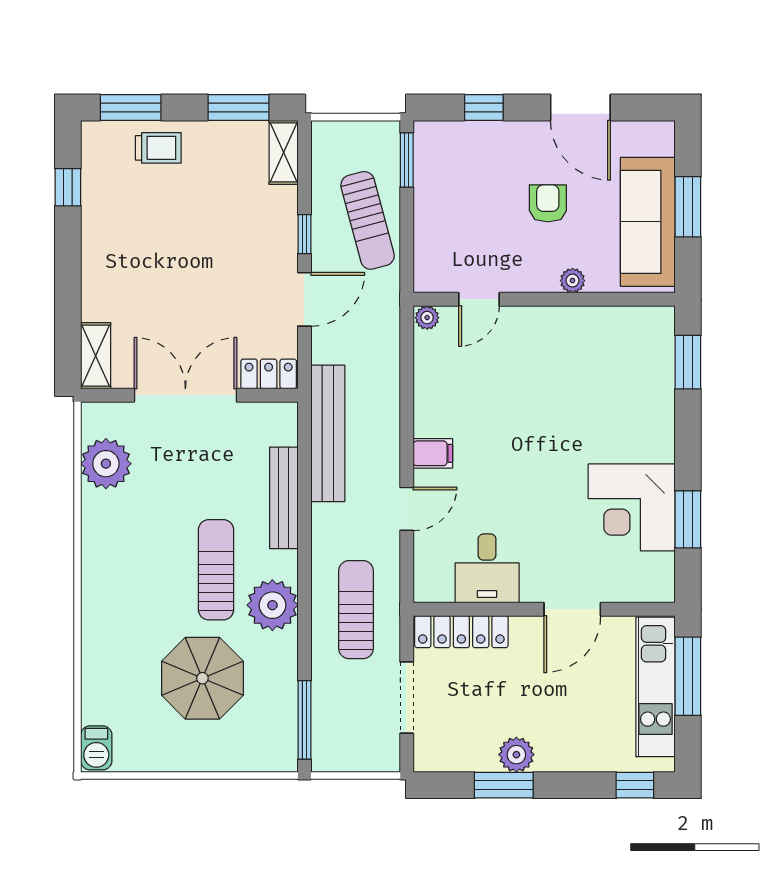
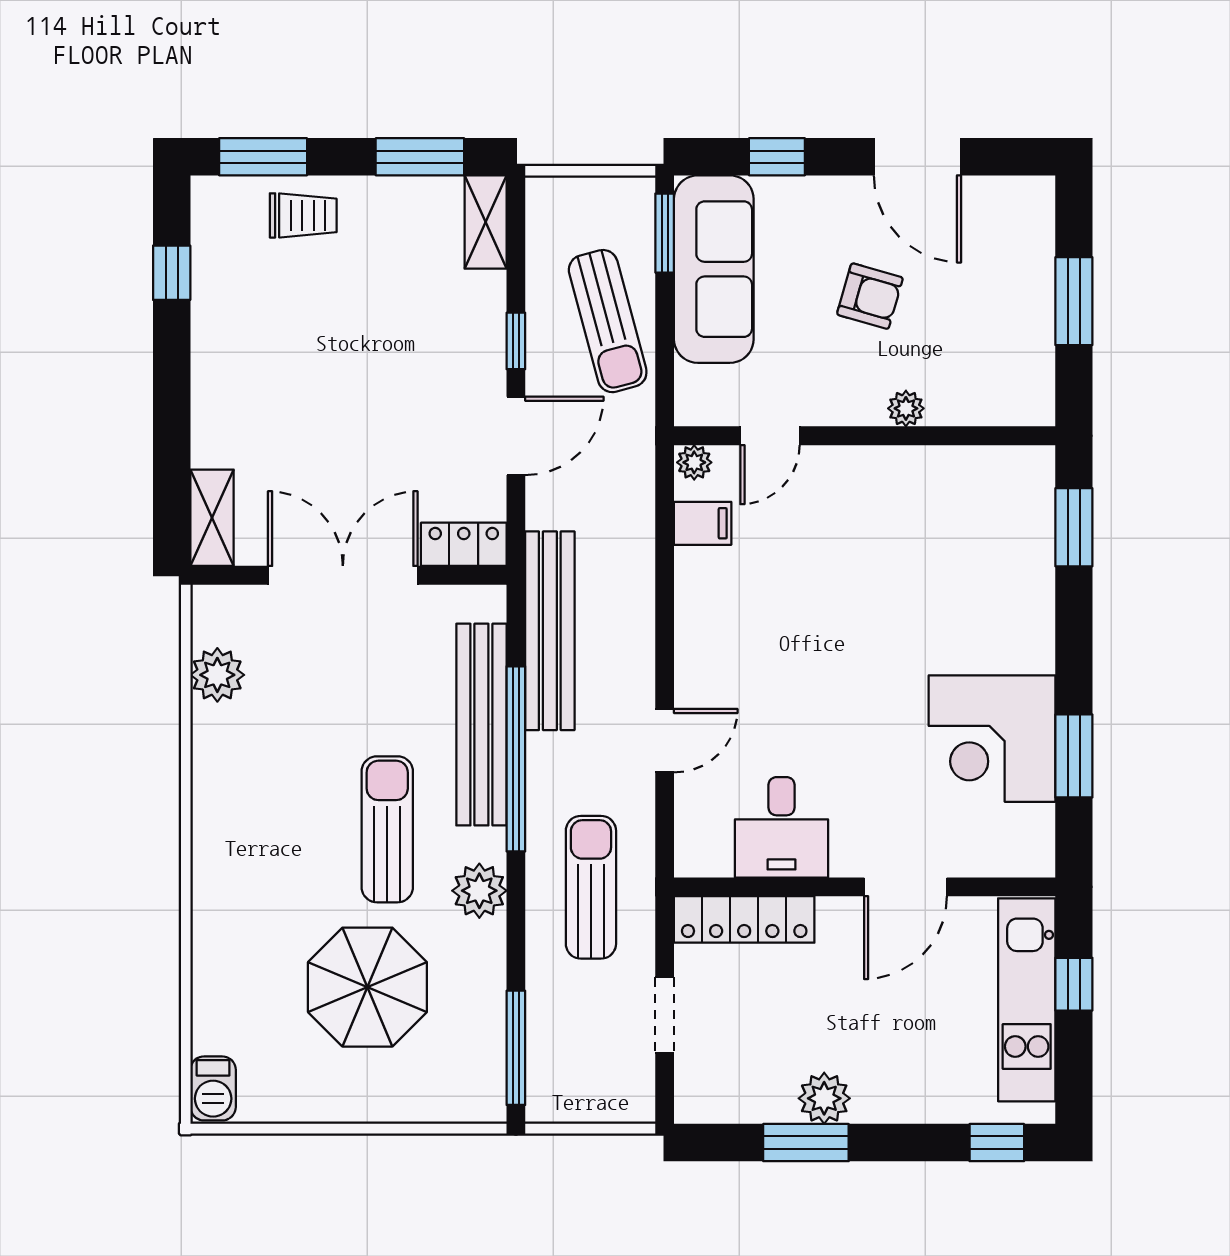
armchair: (548, 203) -> (870, 296), turned 106
sofa: (648, 222) -> (714, 269), moved, turned 180
filing cabinet: (433, 453) -> (703, 523), moved
plant: (106, 464) -> (217, 675), width x0.73, depth x0.73
bench: (284, 498) -> (481, 725), width x1.37, depth x1.21
window: (304, 521) -> (516, 759), added
plant: (272, 605) -> (479, 891), width x0.73, depth x0.73
window: (688, 676) -> (1074, 984), width x0.46
doorway: (407, 698) -> (665, 1015), width x0.73

